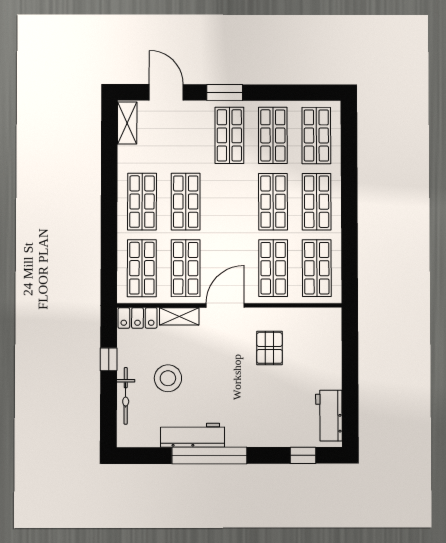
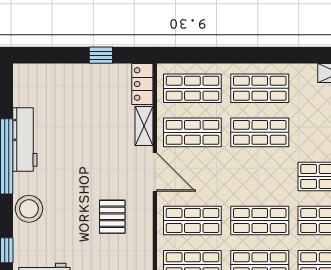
pallet: (269, 348) -> (112, 217), turned 90
stool: (168, 378) -> (29, 209), moved
bicycle: (126, 396) -> (64, 72), removed

